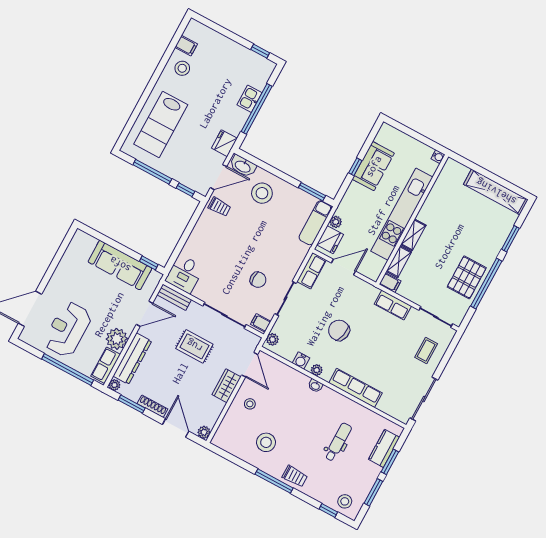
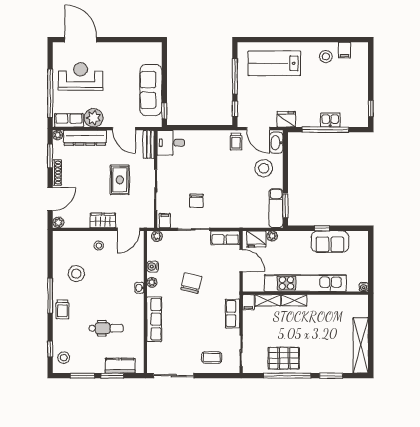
exam couch: (315, 223) -> (276, 208), moved, turned -90

